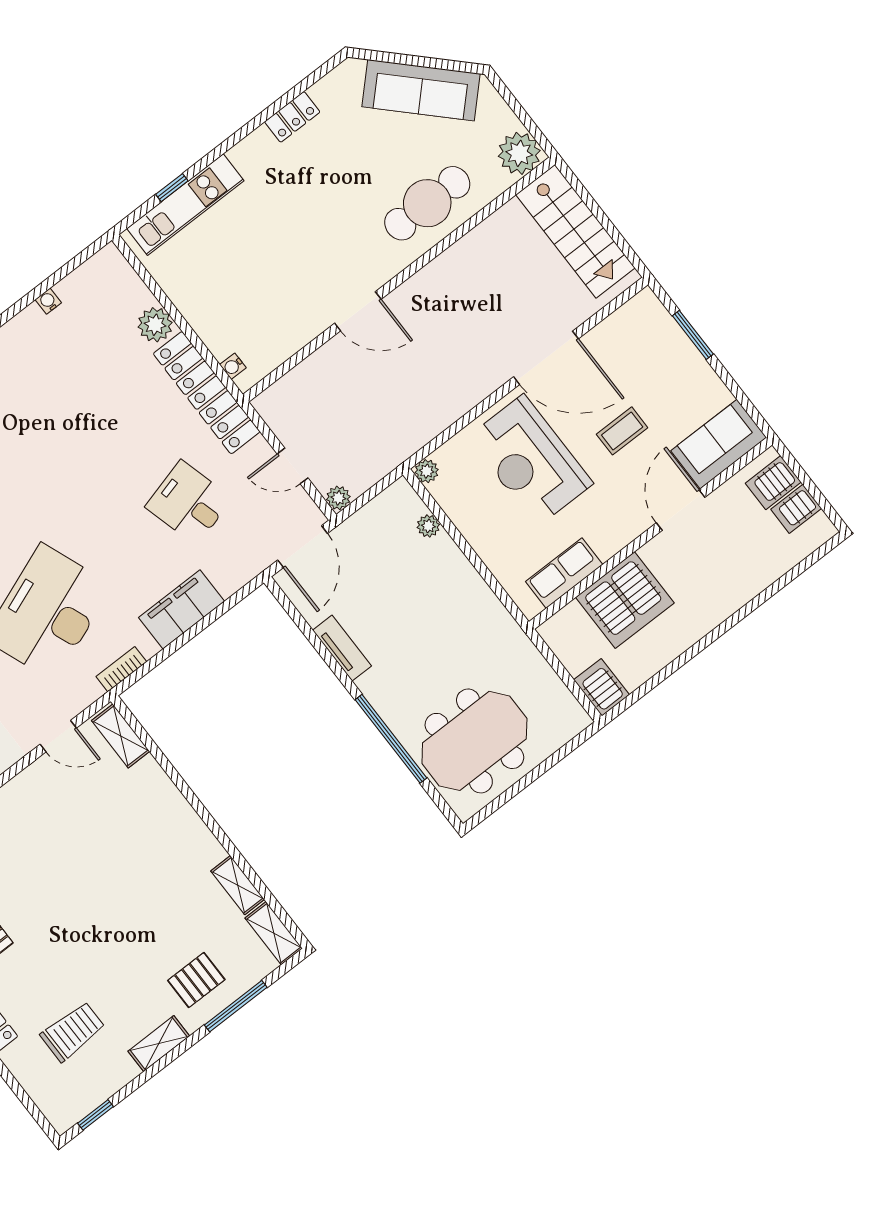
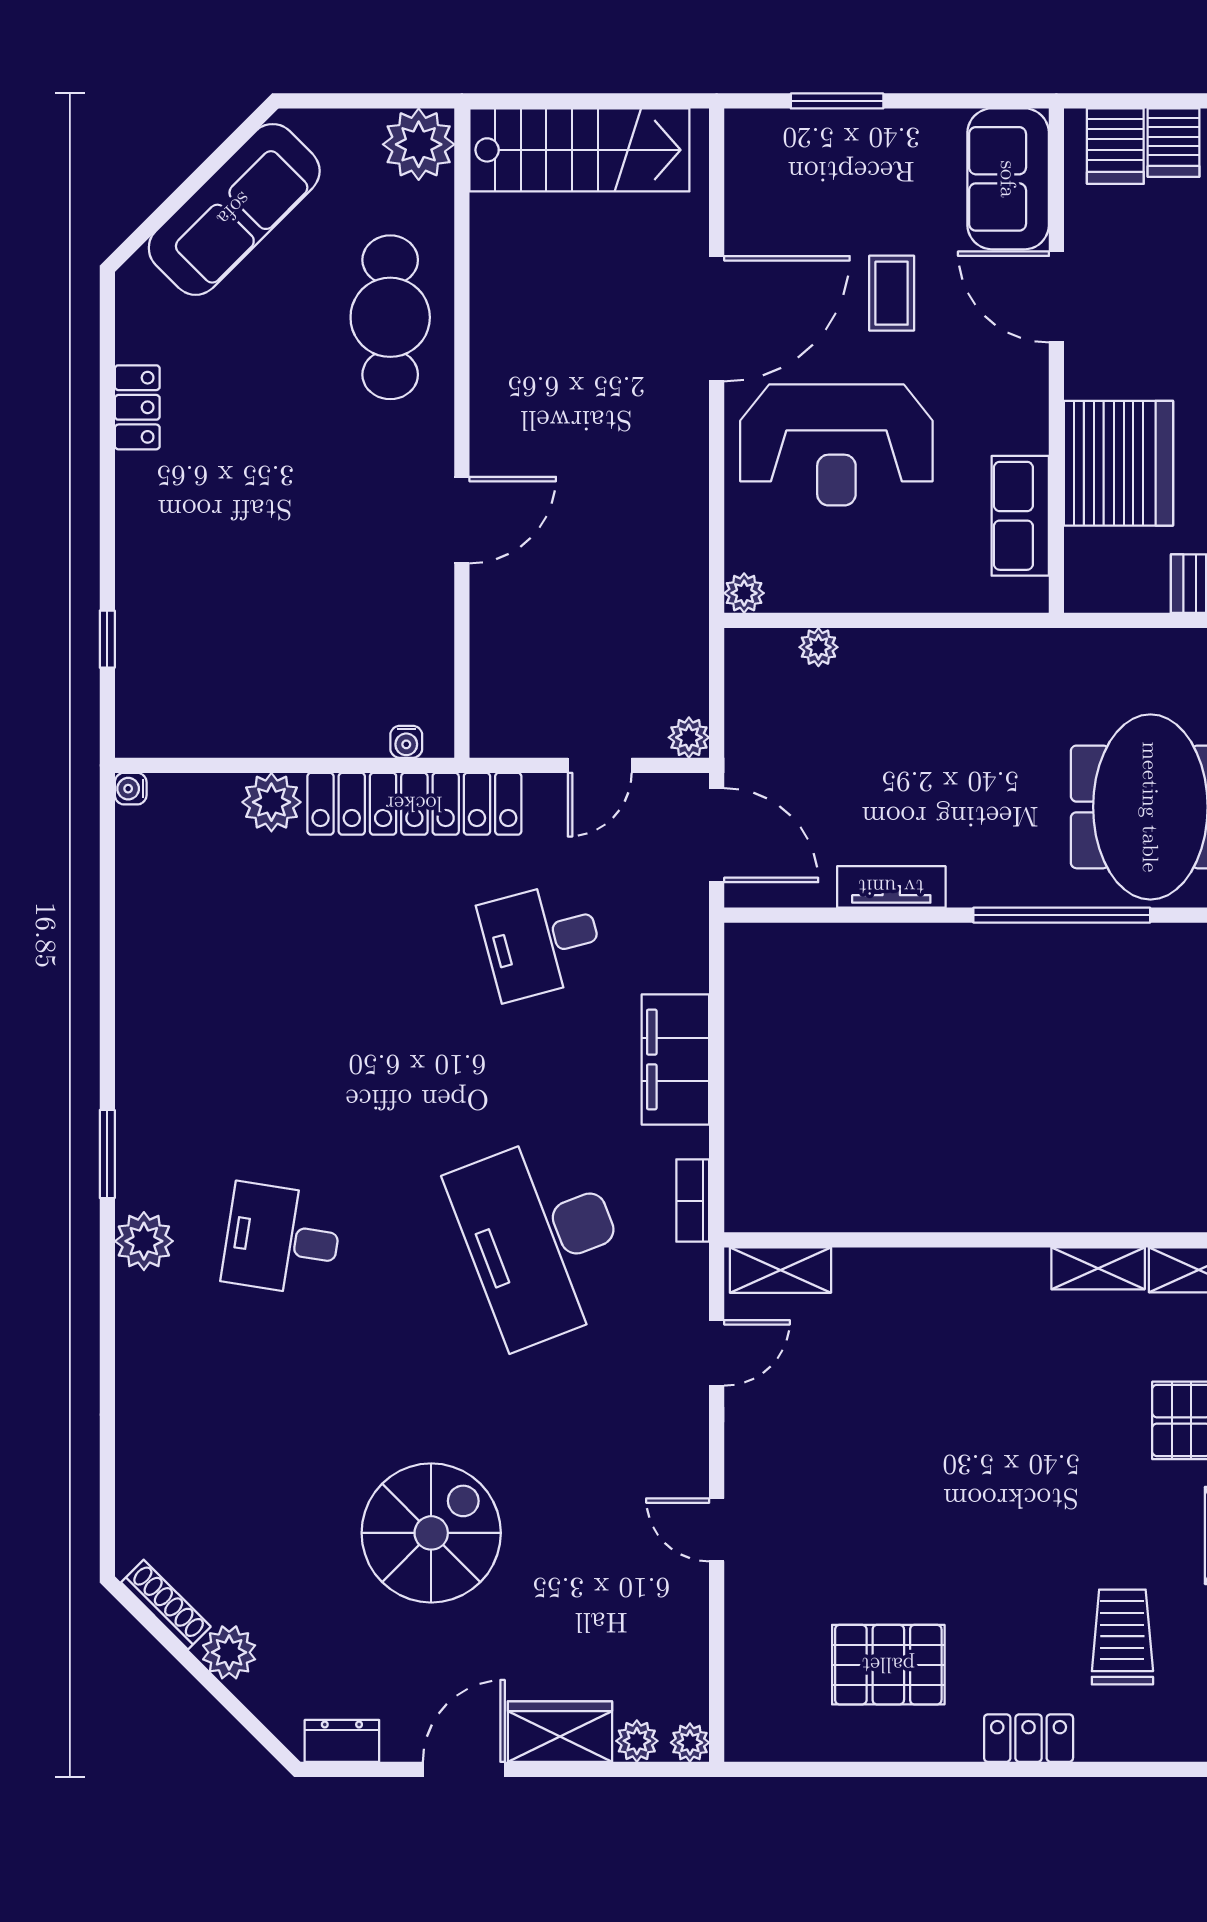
kitchen unit: (185, 205) -> (144, 639), removed
water cooler: (48, 301) -> (131, 789), moved

